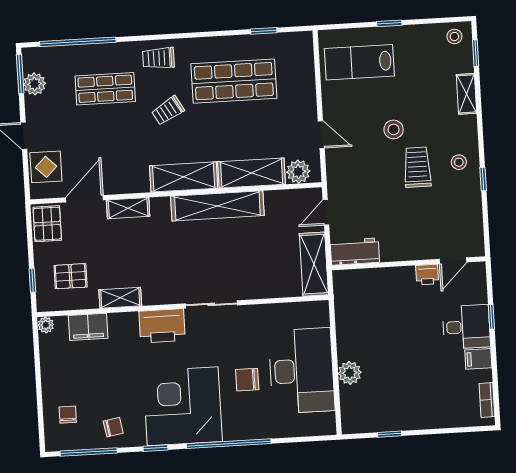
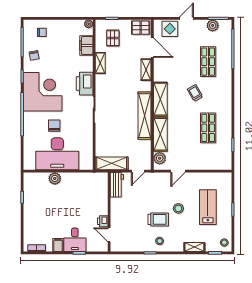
trolley: (158, 58) -> (222, 90), removed
lab bench: (359, 62) -> (208, 207), moved
shop shelf: (234, 81) -> (208, 128), width x0.70, depth x0.74
door: (326, 212) -> (138, 171), swing flipped

